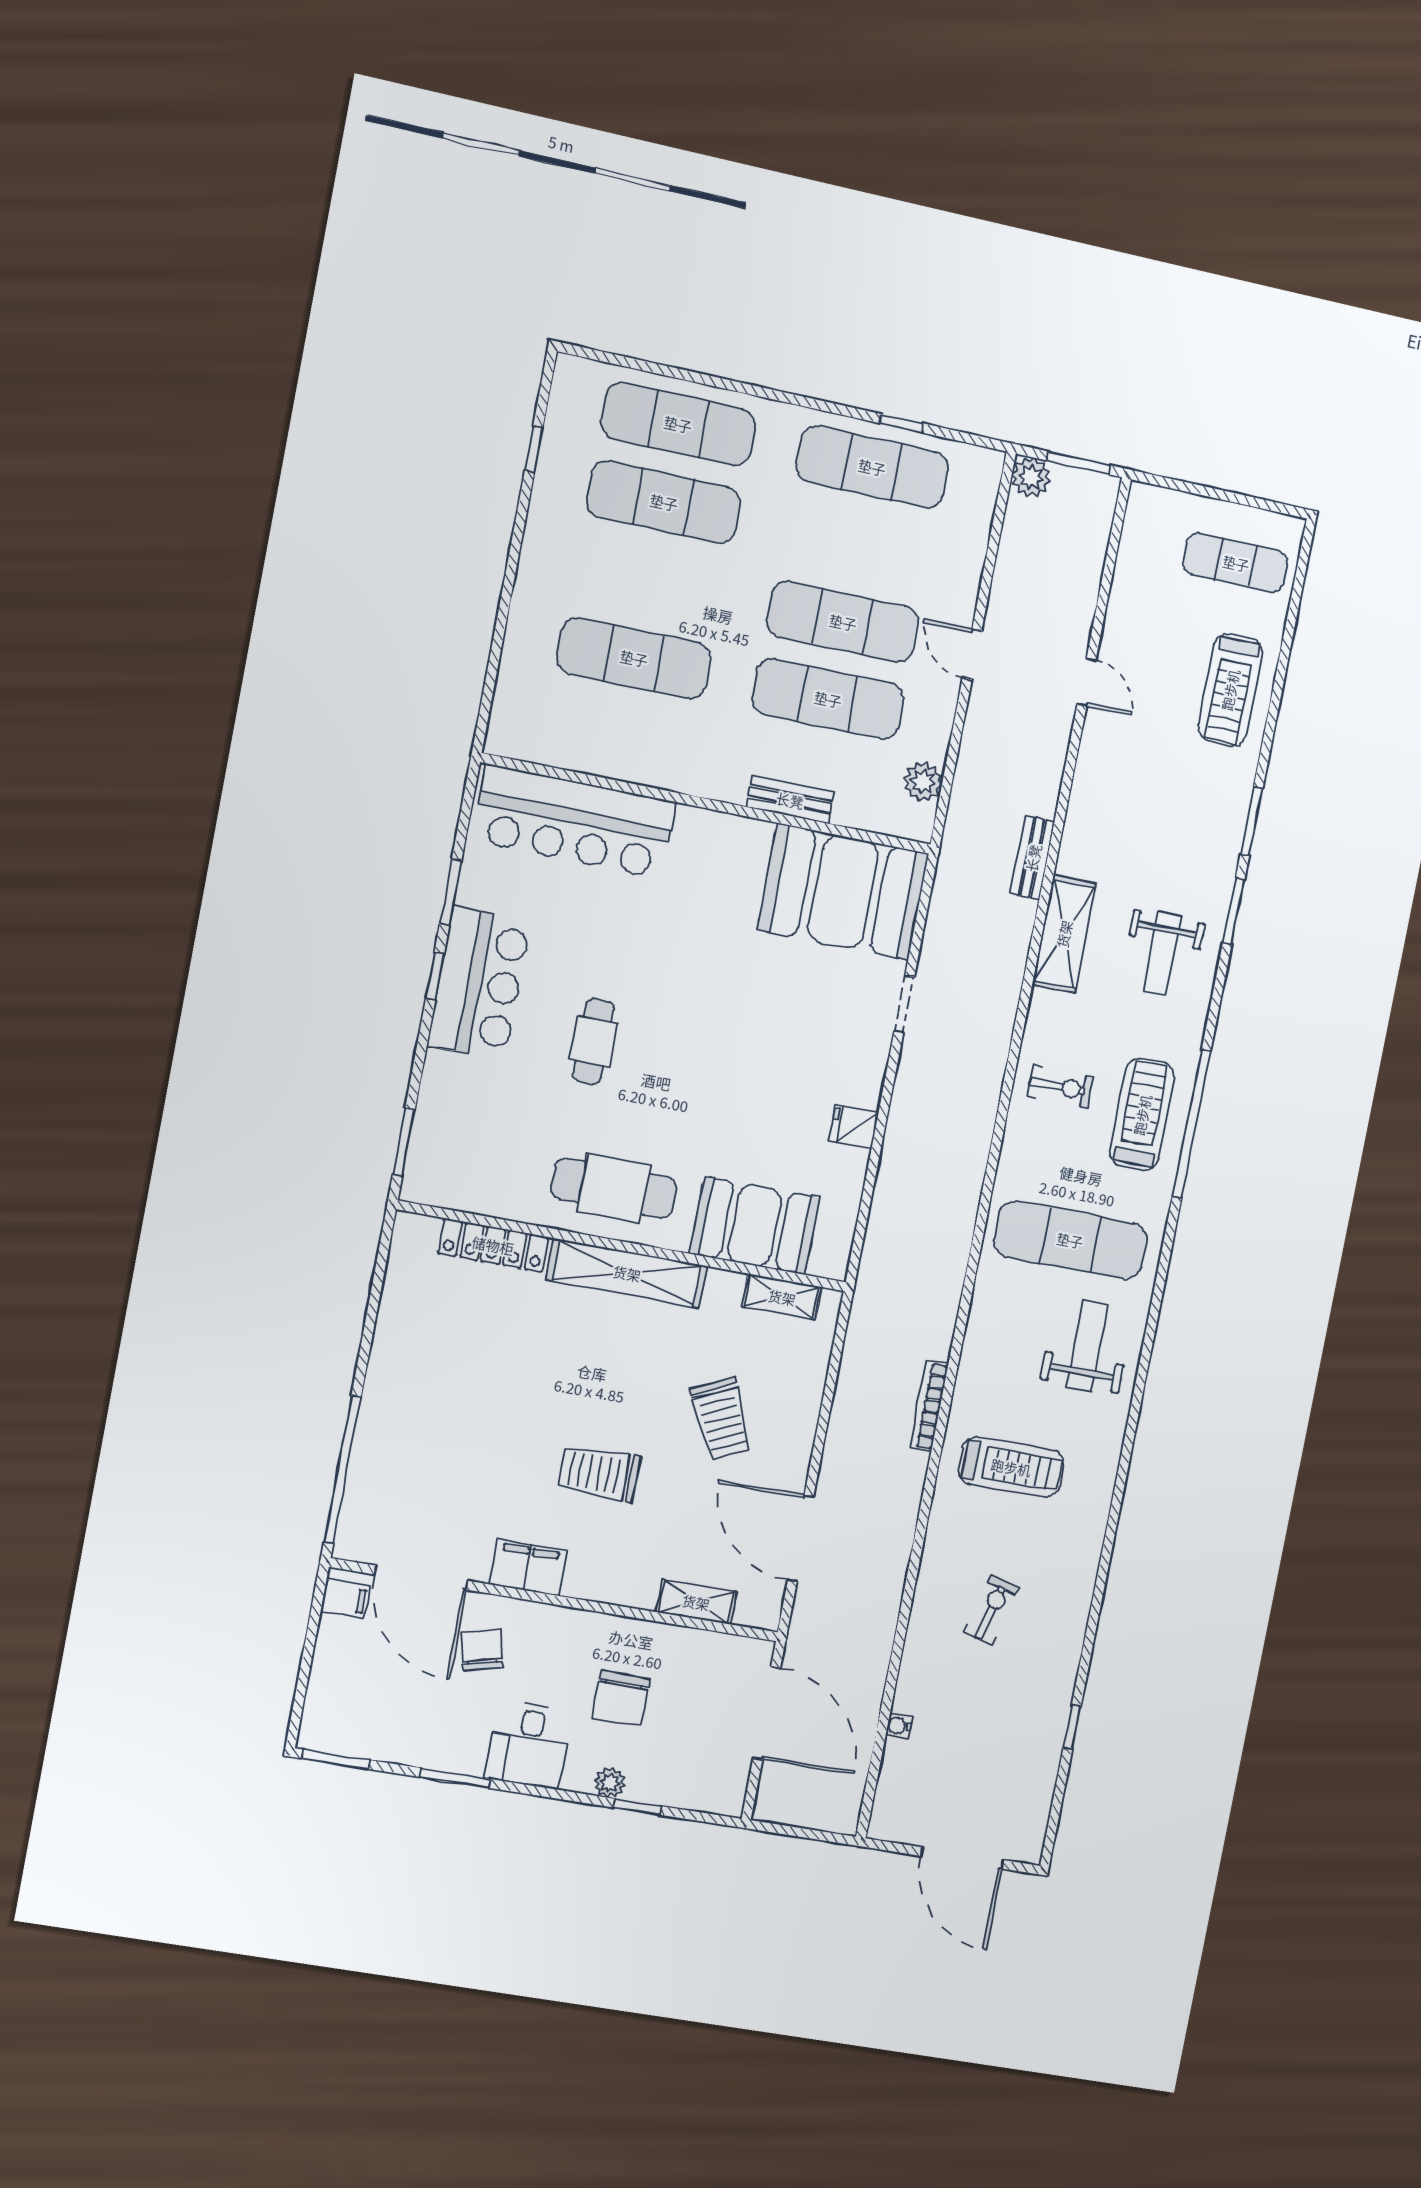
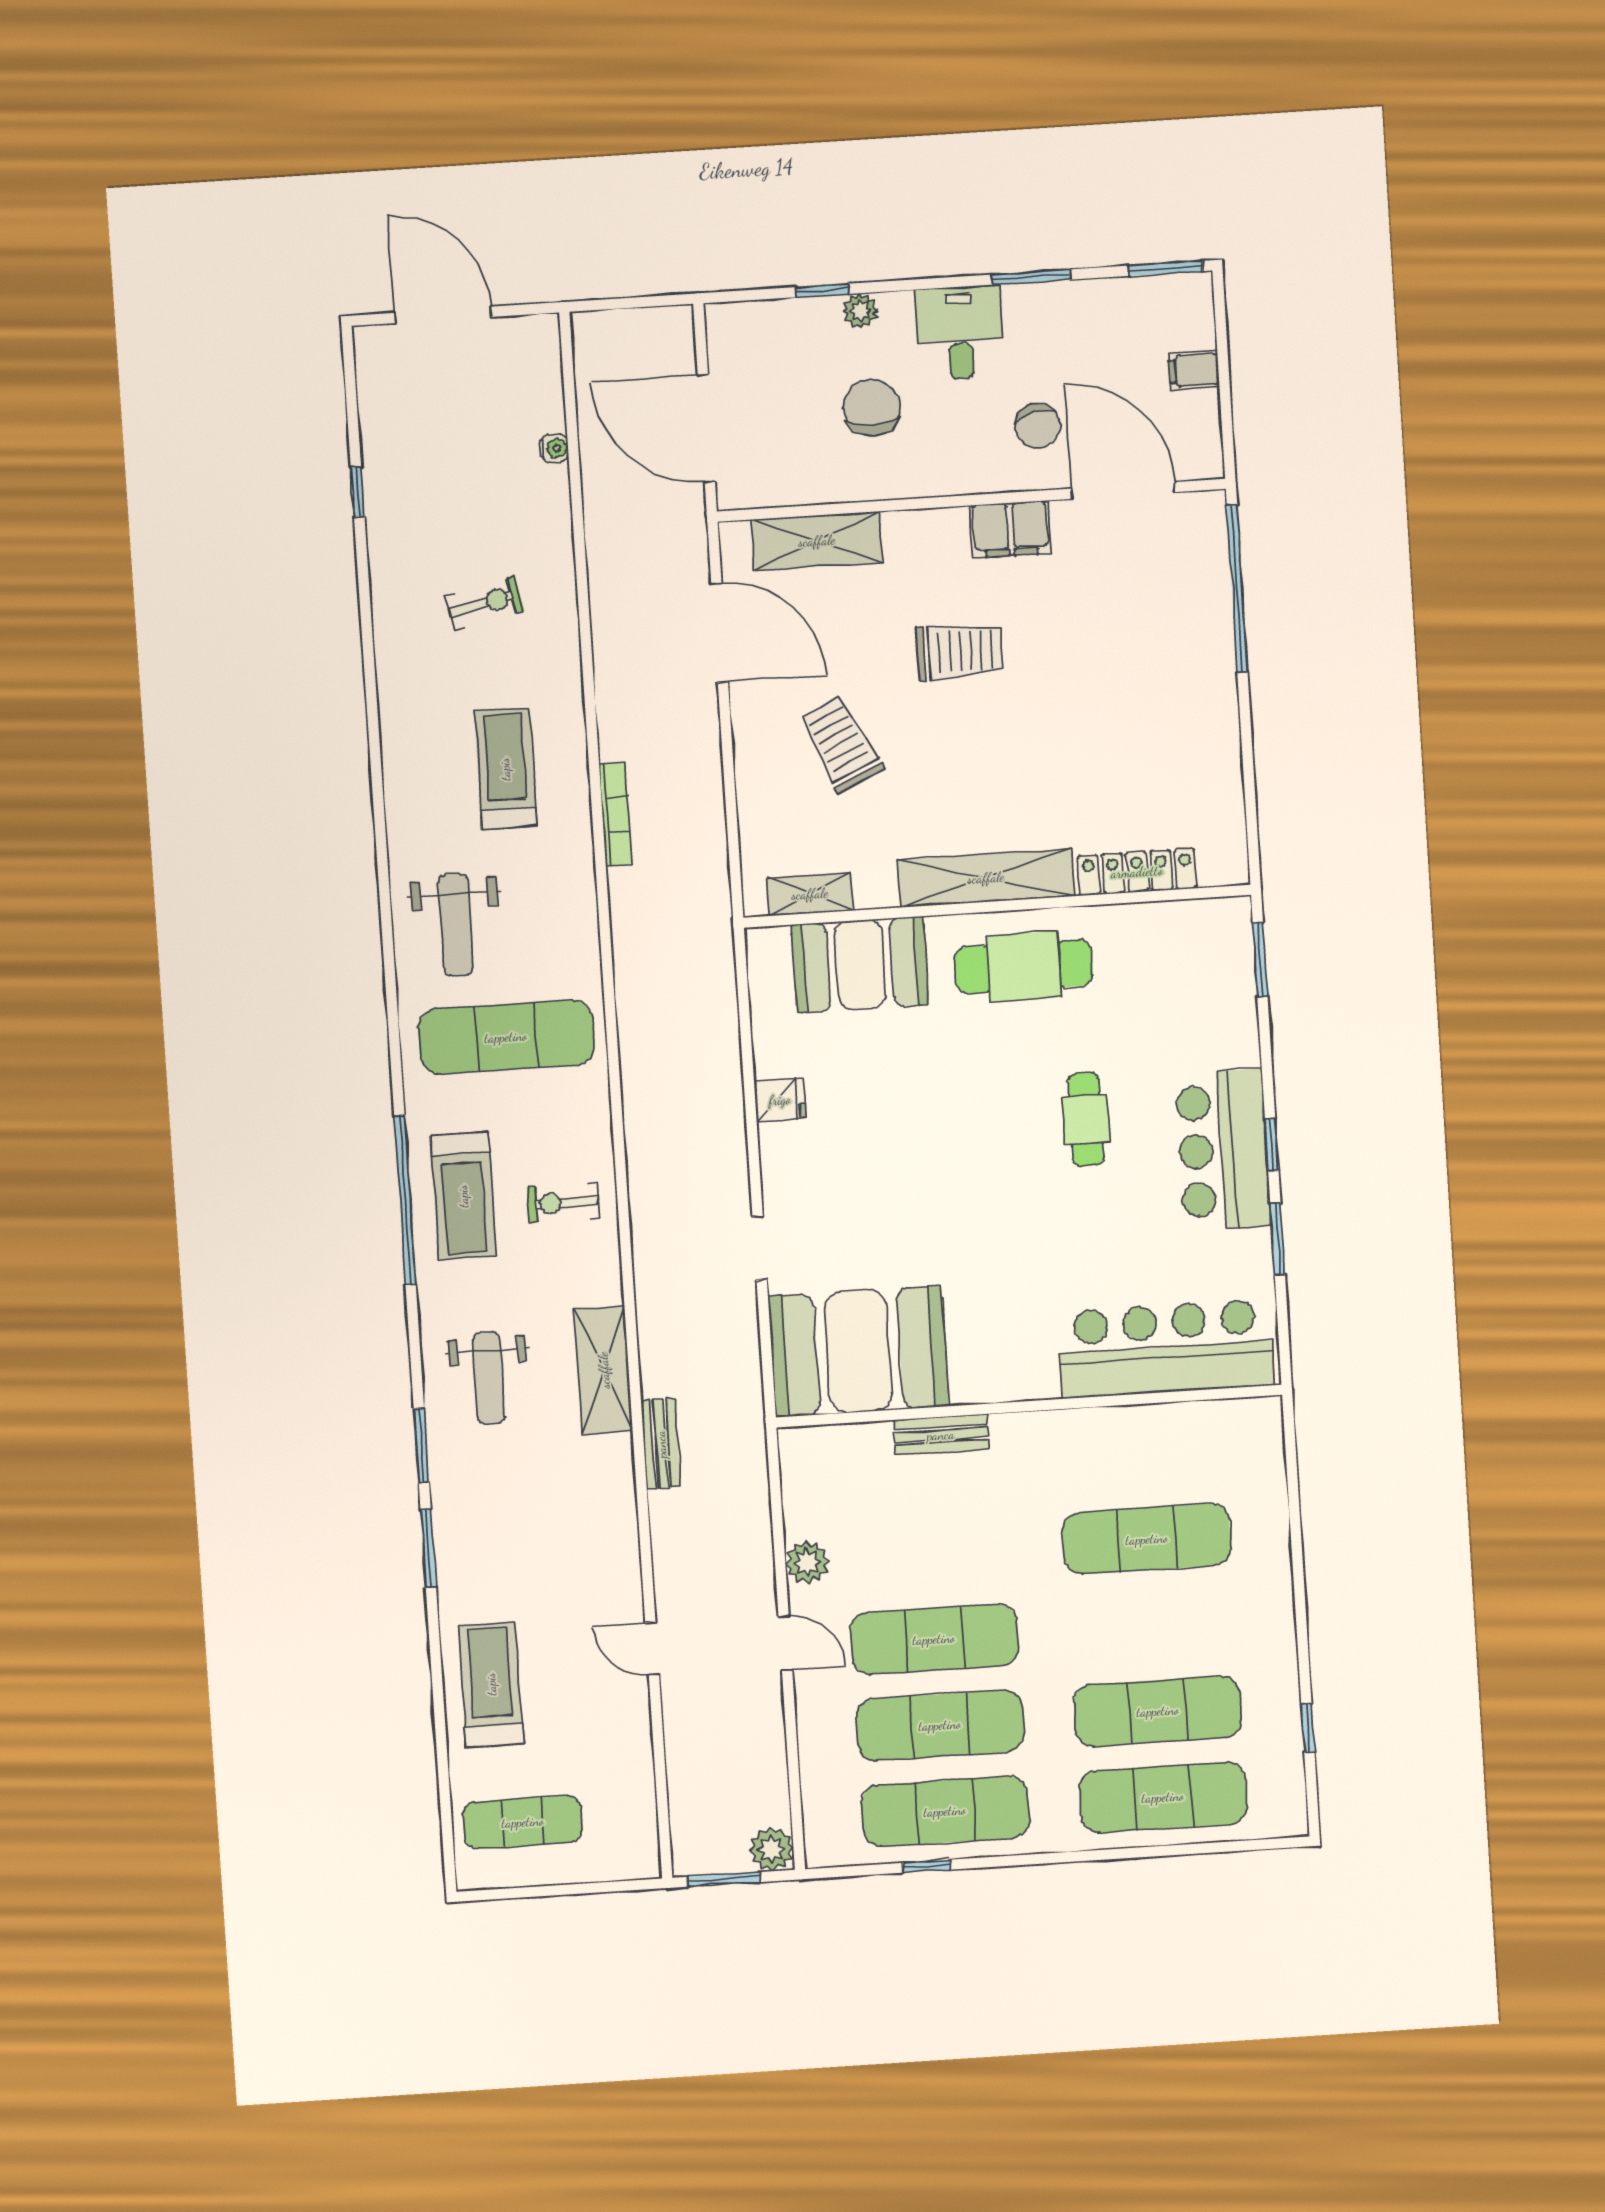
exercise mat: (828, 699) -> (940, 1725), moved
plant: (923, 782) -> (807, 1562), moved
weight bench: (1162, 953) -> (489, 1378), turned 180
treadmill: (1011, 1467) -> (505, 769), turned 90
filing cabinet: (345, 1599) -> (1194, 370), moved
shelving: (696, 1602) -> (817, 541), width x1.50, depth x1.33
exercise bike: (991, 1610) -> (485, 603), turned -117

